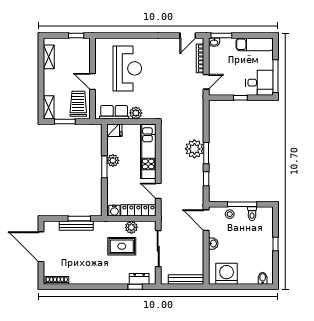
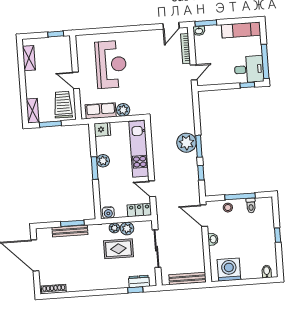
window: (240, 98) -> (247, 85), moved
locker: (138, 210) -> (139, 210), width x0.66
plant: (119, 226) -> (114, 228), added

